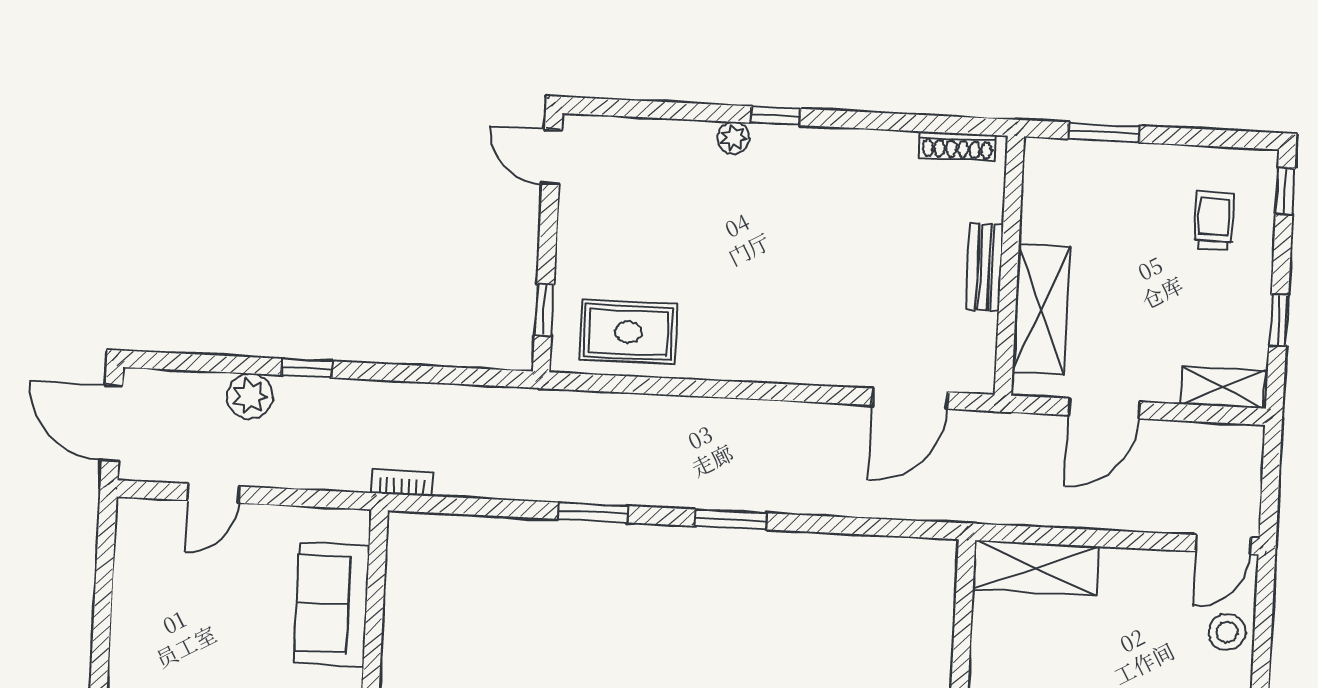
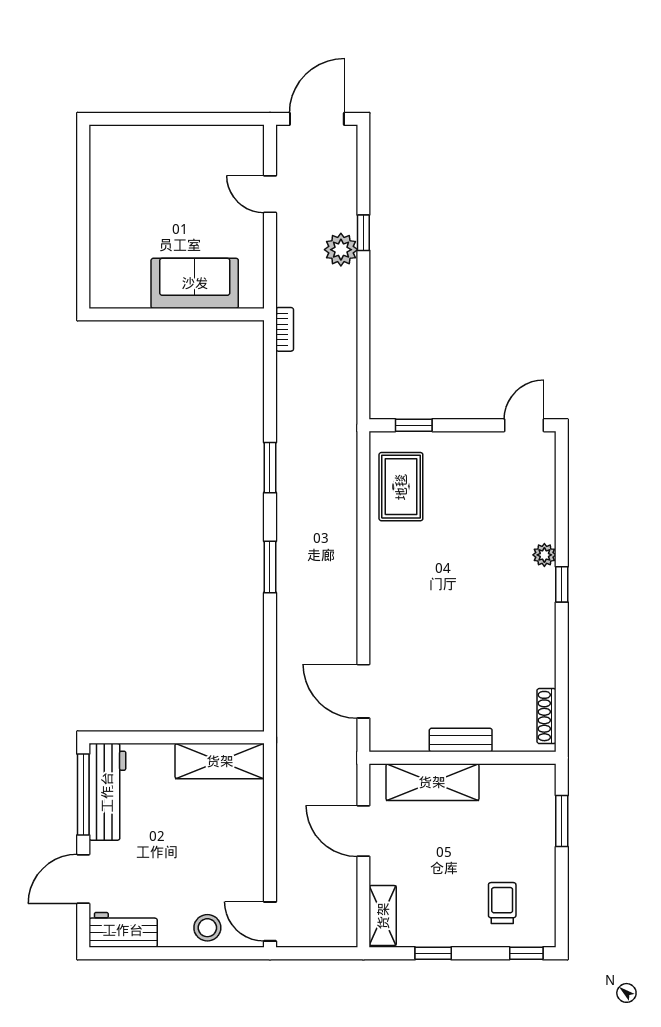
trolley: (1214, 221) -> (502, 903), turned -90
window: (307, 368) -> (363, 233), moved
plant: (250, 396) -> (341, 250), moved
shelving: (1036, 568) -> (220, 761), moved, turned 90

